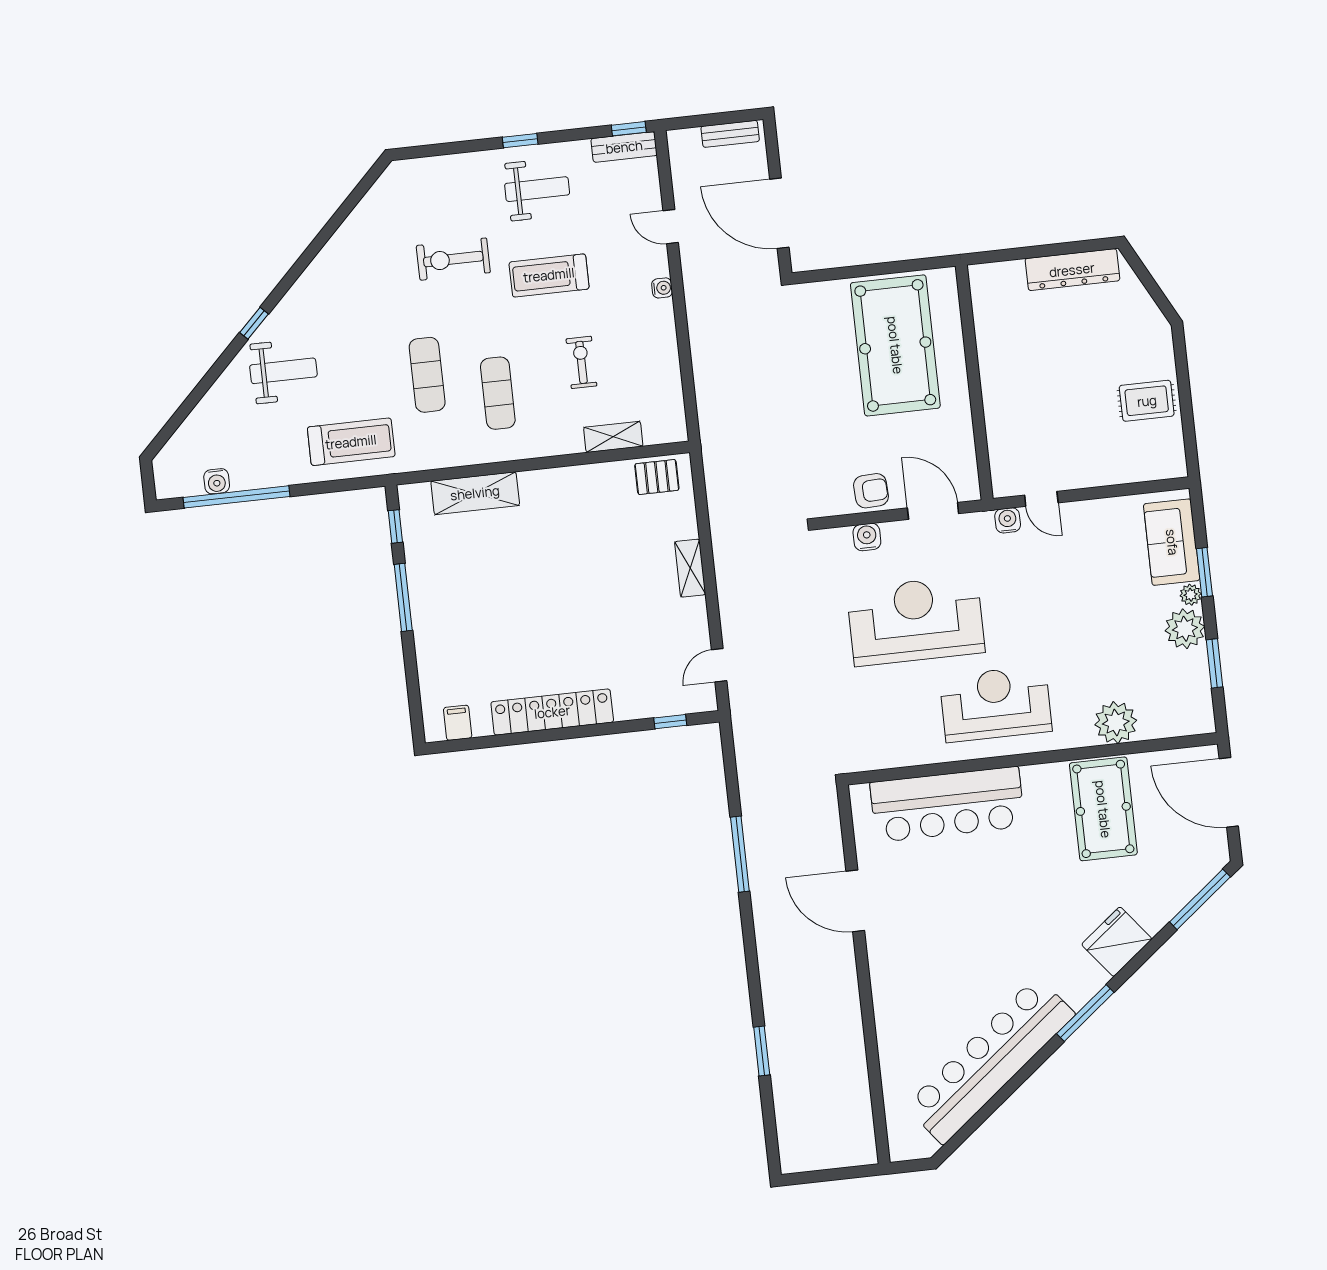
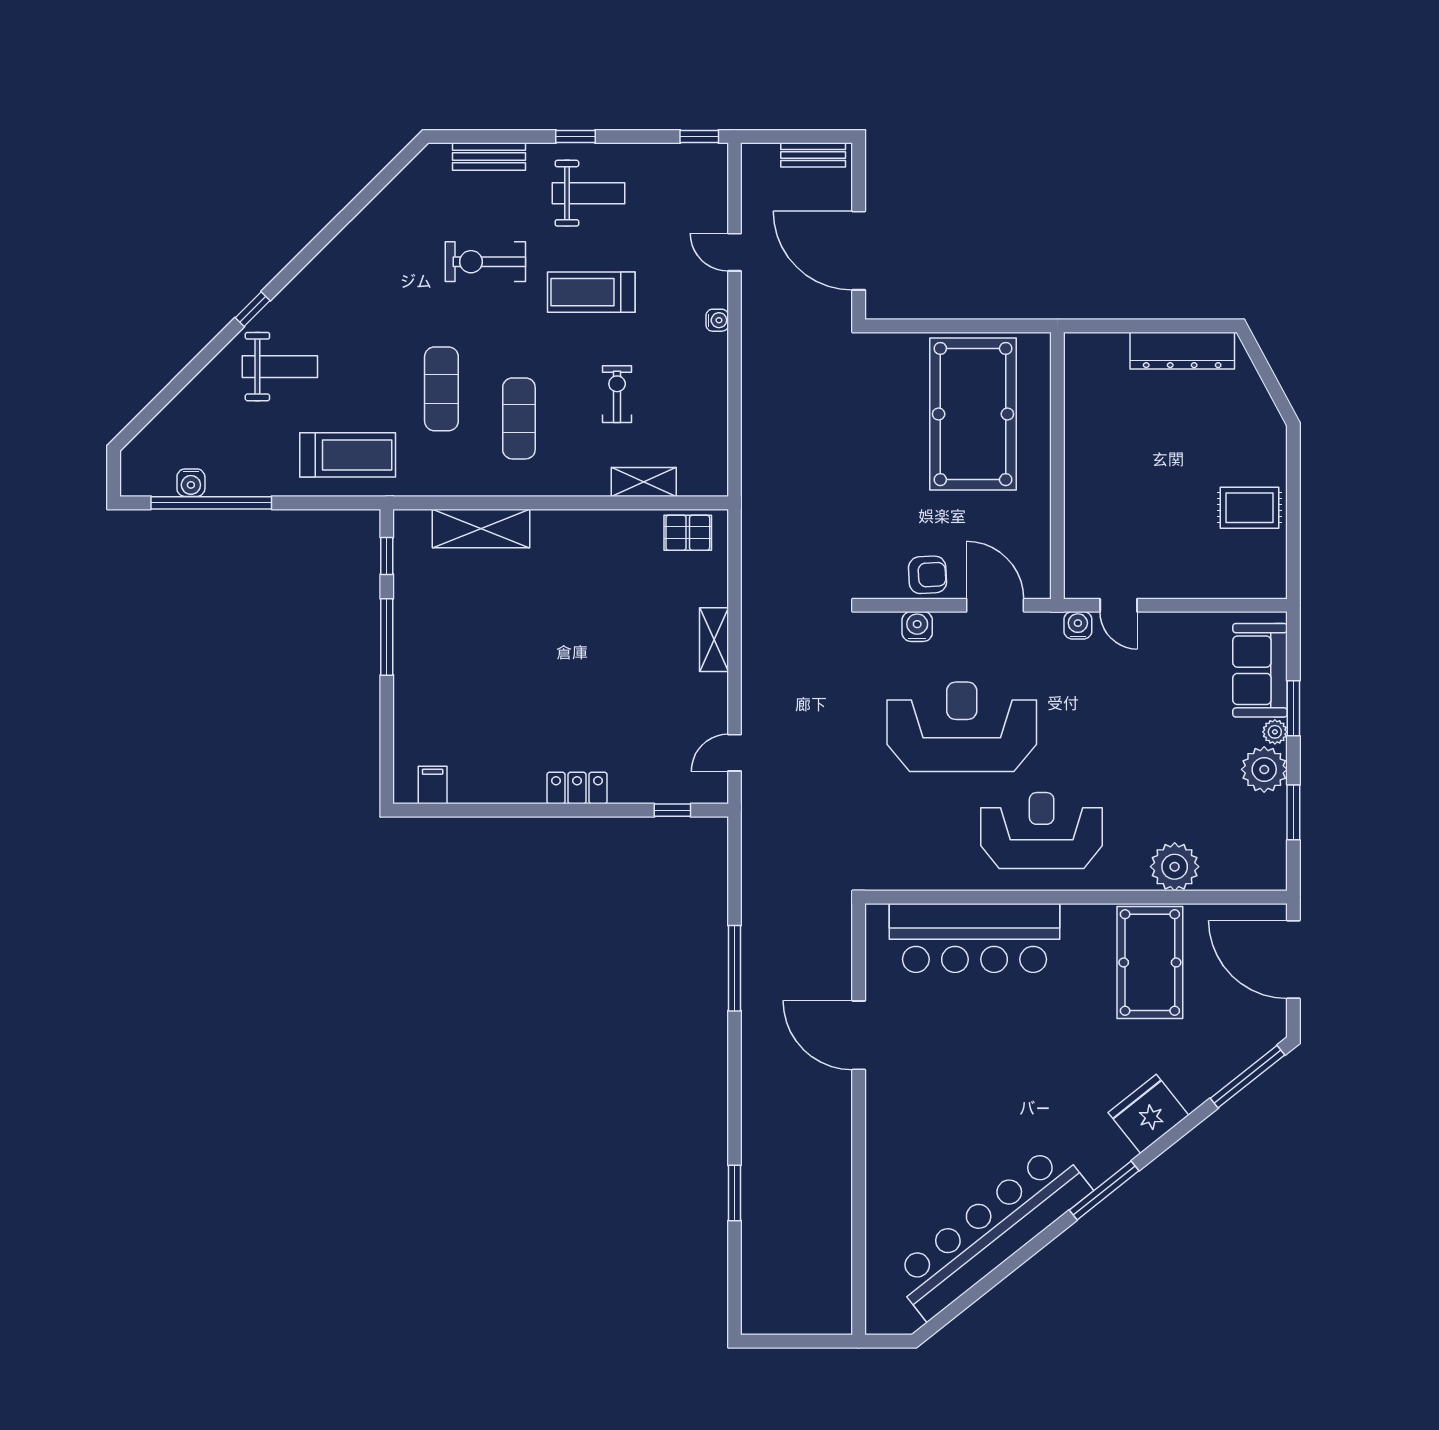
bench: (624, 147) -> (489, 157), moved
locker: (552, 712) -> (577, 788), width x0.46, depth x0.83

